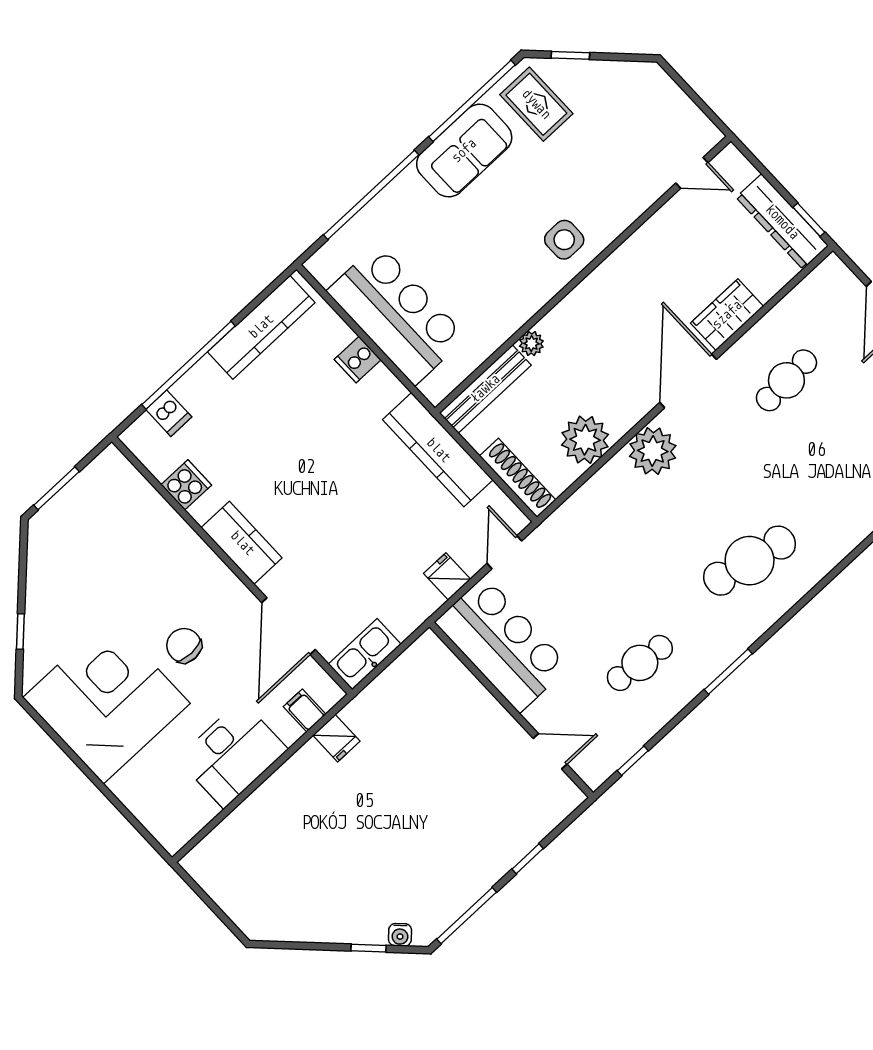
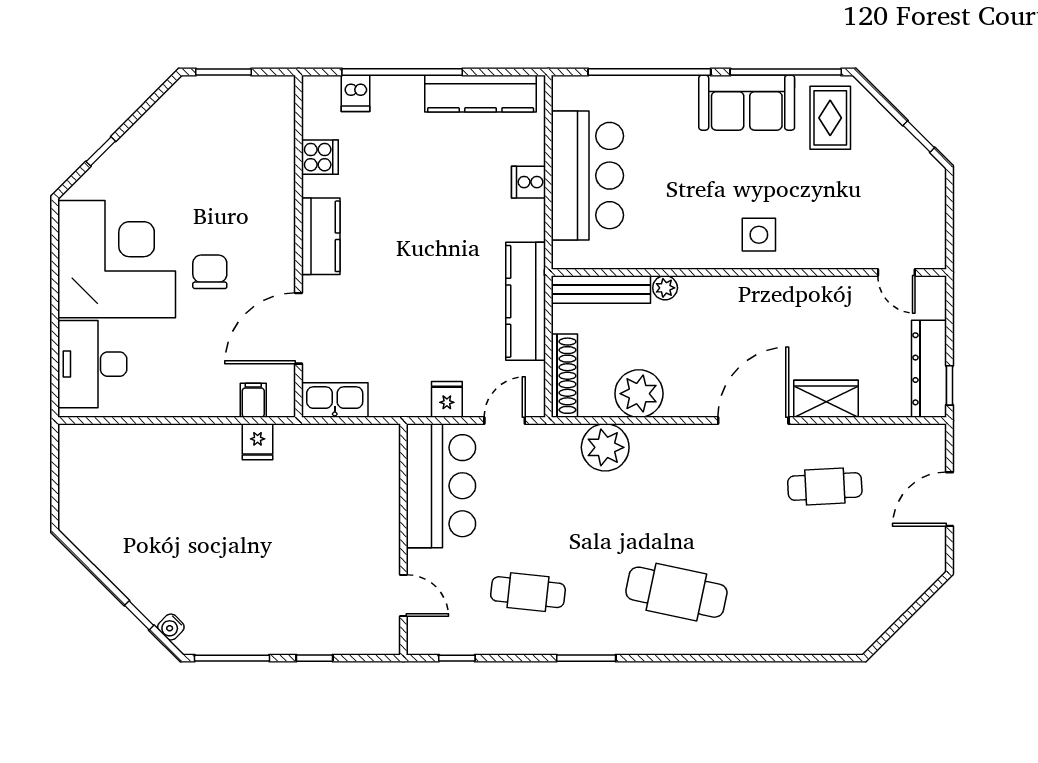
window: (570, 55) -> (919, 137), moved
plant: (653, 451) -> (605, 447), moved
desk: (232, 754) -> (92, 364), moved, turned 90

